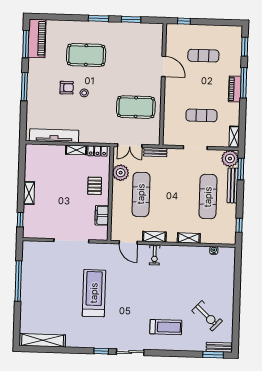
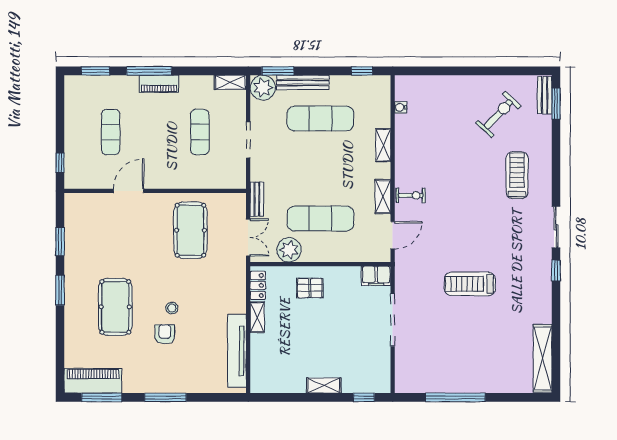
filing cabinet: (102, 215) -> (376, 276), moved
treadmill: (94, 293) -> (470, 284), width x0.73, depth x0.73

